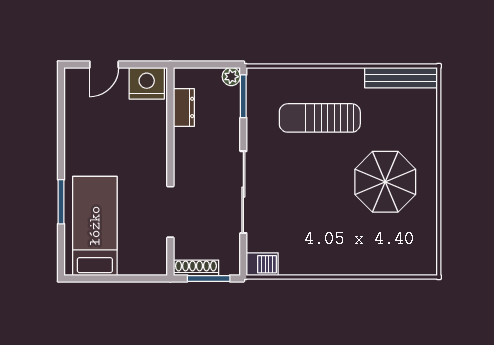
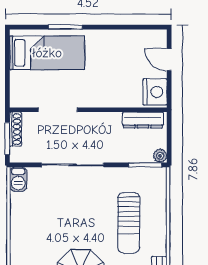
dresser: (184, 107) -> (143, 120), width x1.44
sun lounger: (320, 118) -> (129, 223), turned 180

